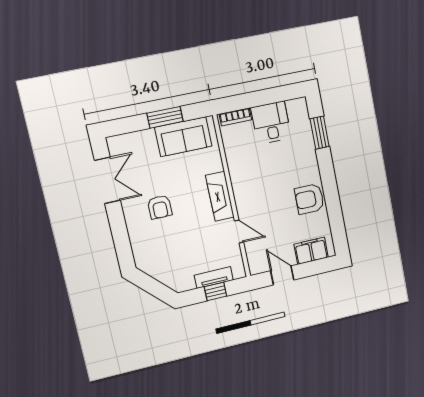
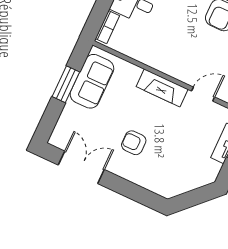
armchair: (160, 207) -> (134, 143), turned 180

